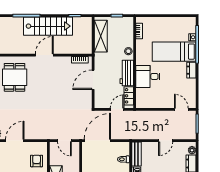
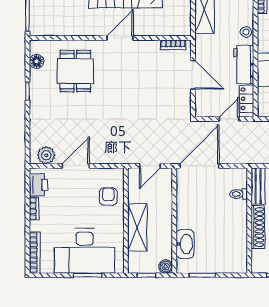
door: (93, 80) -> (193, 75), swing flipped
door: (64, 141) -> (150, 166), hinge flipped

